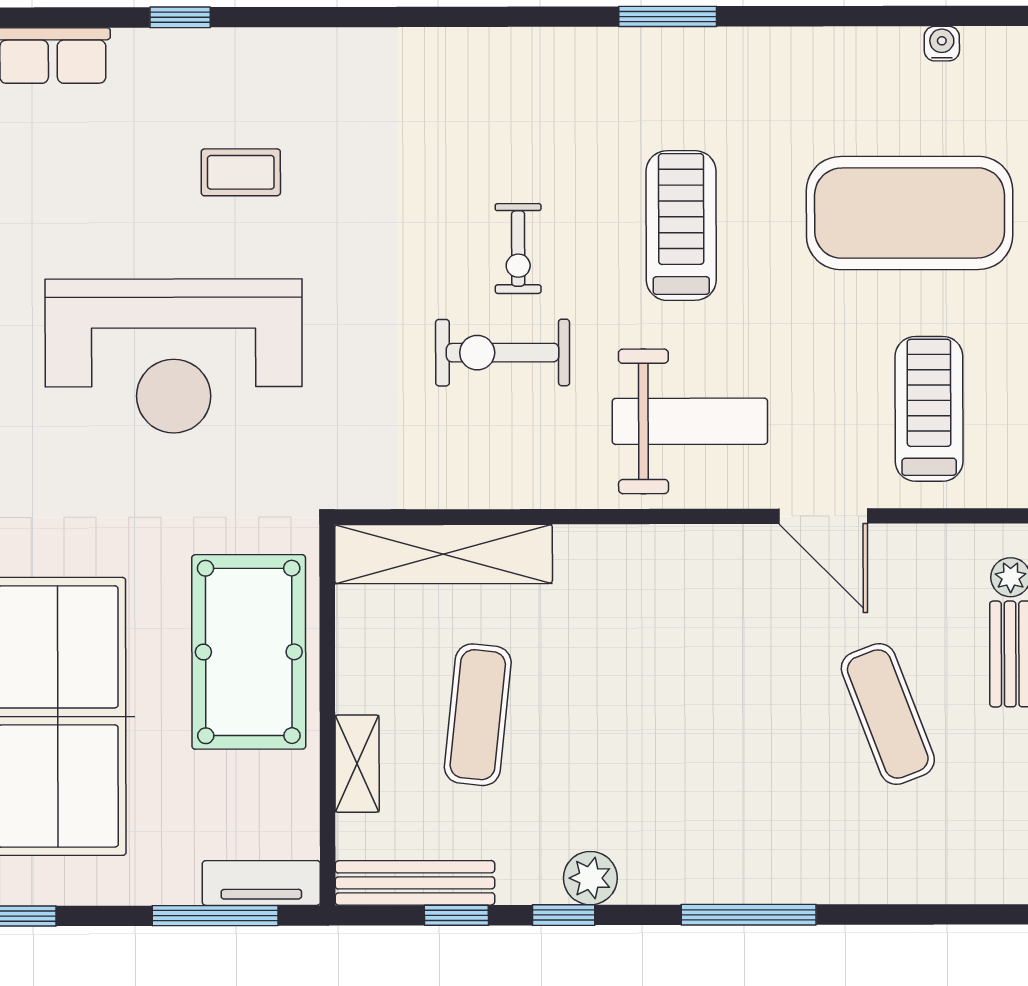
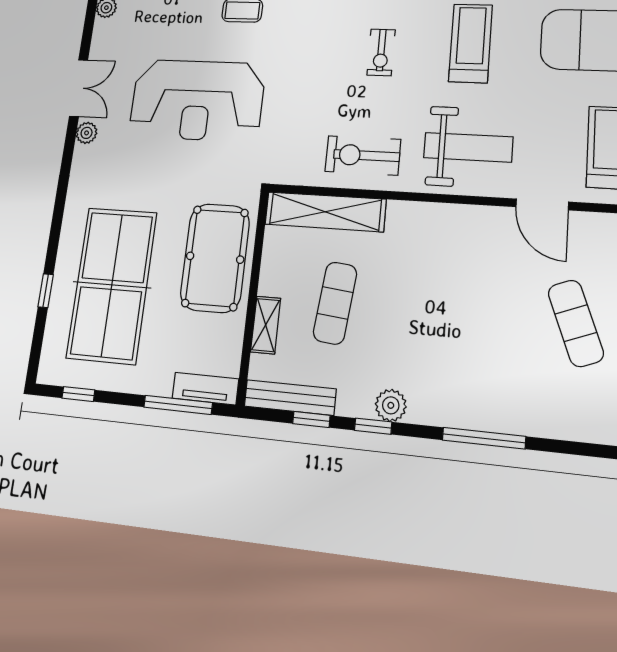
exercise bike: (503, 353) -> (363, 155), moved

